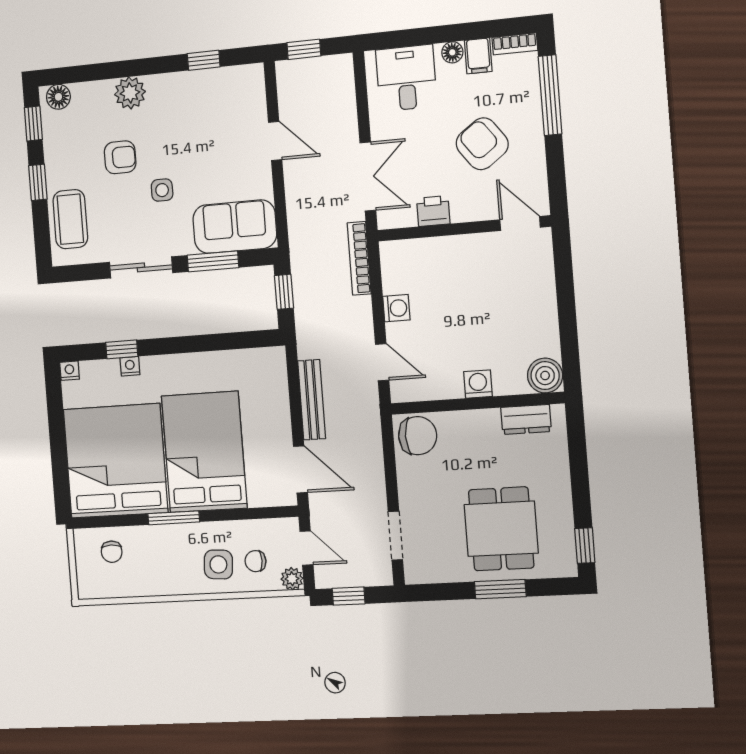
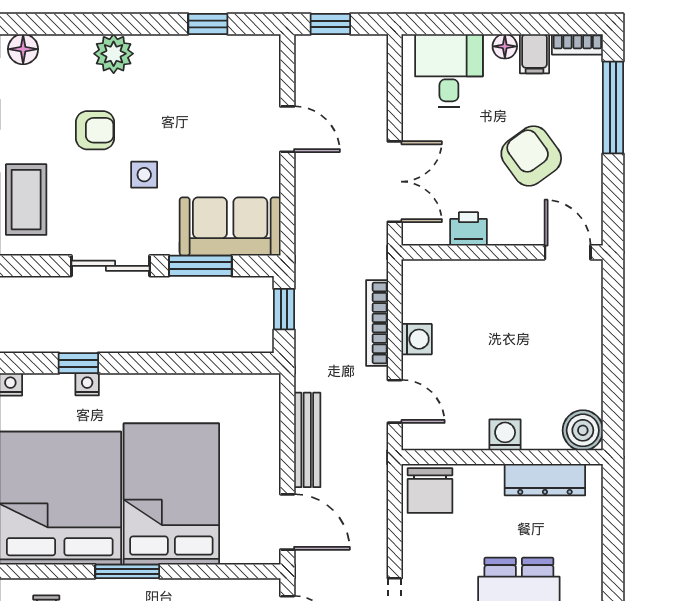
bookcase: (359, 258) -> (377, 323), moved
dresser: (526, 419) -> (545, 480), width x1.44
chair: (418, 436) -> (430, 491), turned 90

